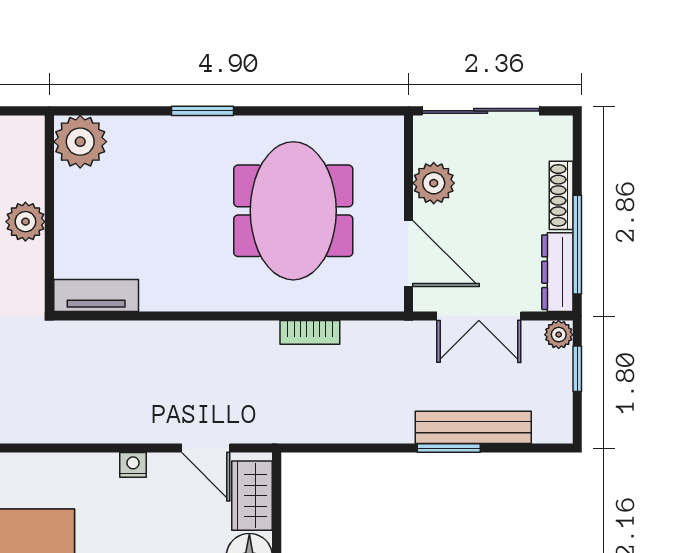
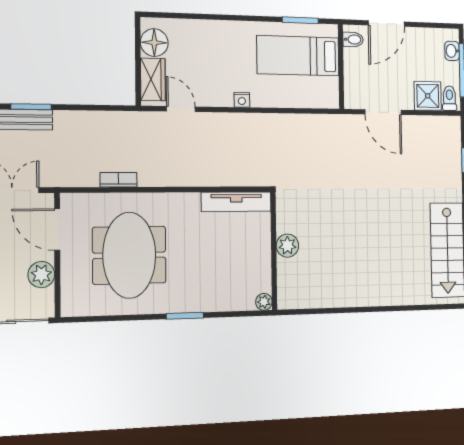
plant: (80, 142) -> (264, 302), width x0.53, depth x0.53
tv unit: (96, 296) -> (236, 202), width x1.41
nightstand: (133, 465) -> (242, 100), moved

